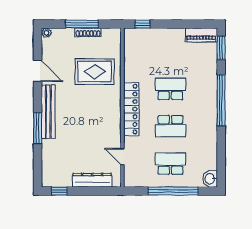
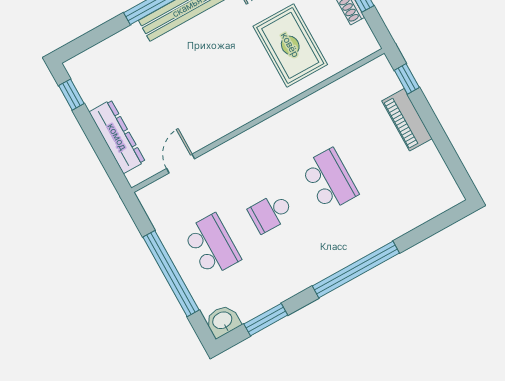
piano: (201, 35) -> (407, 120), moved
window: (221, 48) -> (266, 320), moved
locker: (131, 109) -> (263, 136), removed
school desk: (170, 126) -> (271, 213), width x0.54

